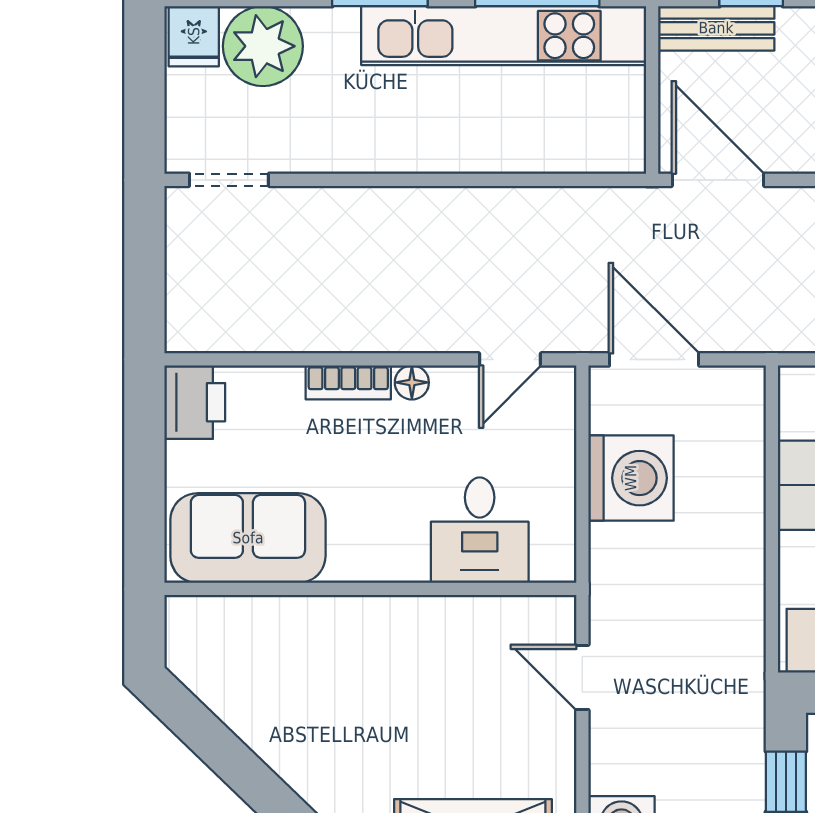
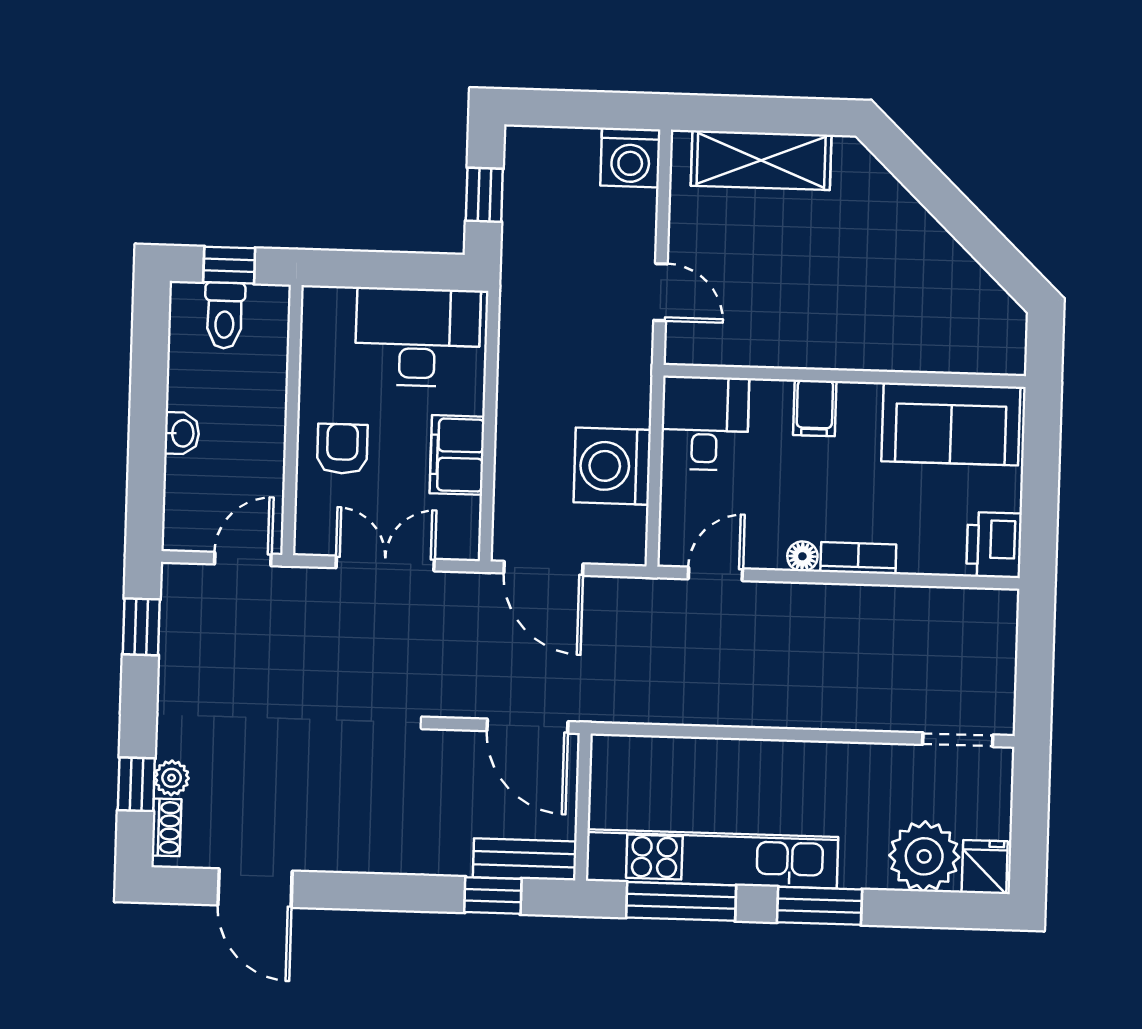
door: (654, 359) -> (543, 568), moved
desk: (480, 530) -> (705, 423), moved
filing cabinet: (403, 551) -> (815, 408), added

